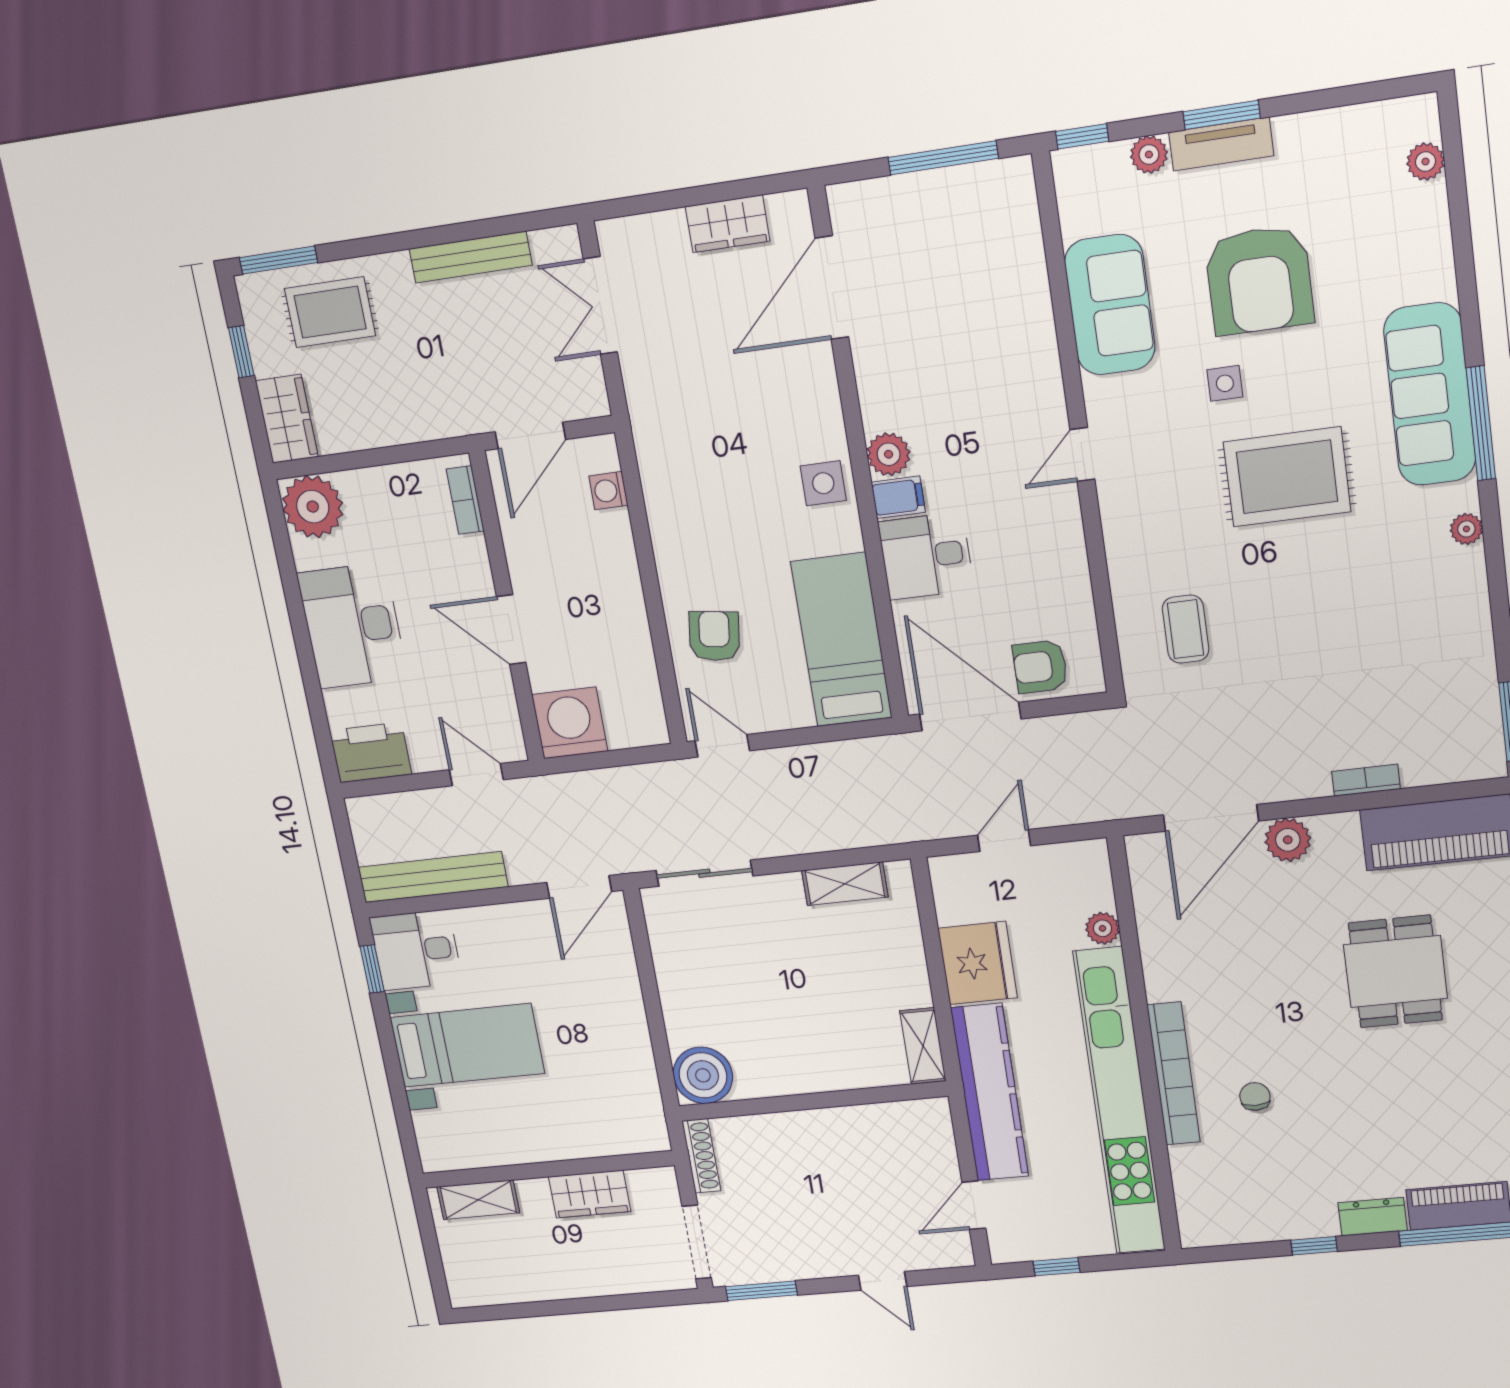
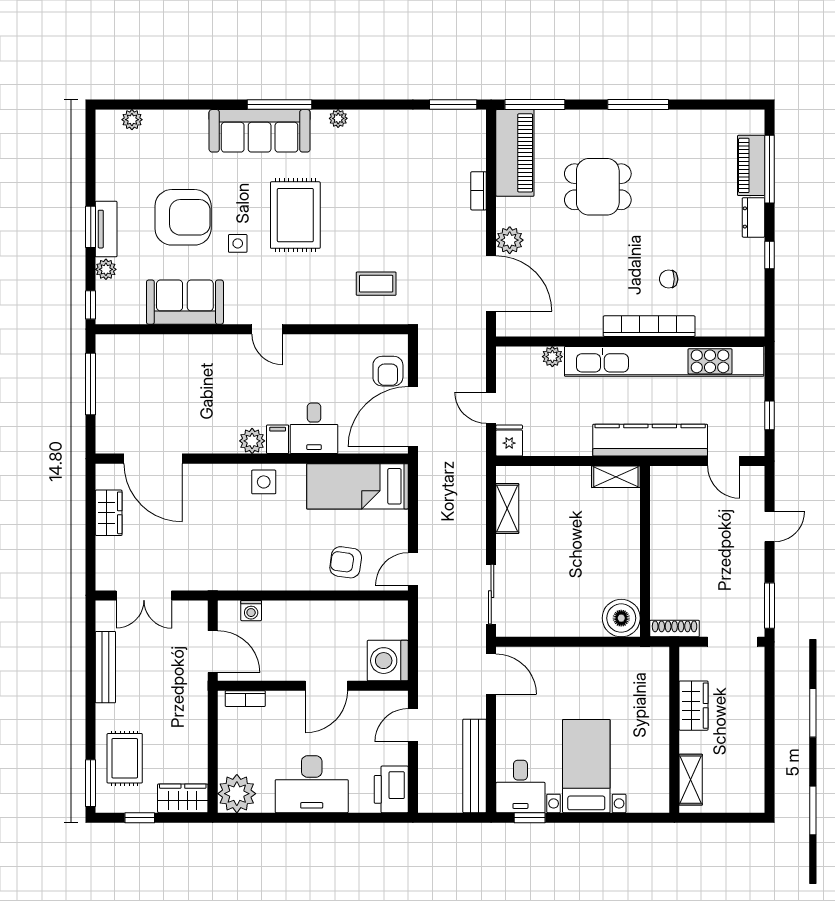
fridge: (978, 963) -> (509, 441), moved, width x0.53, depth x0.75

